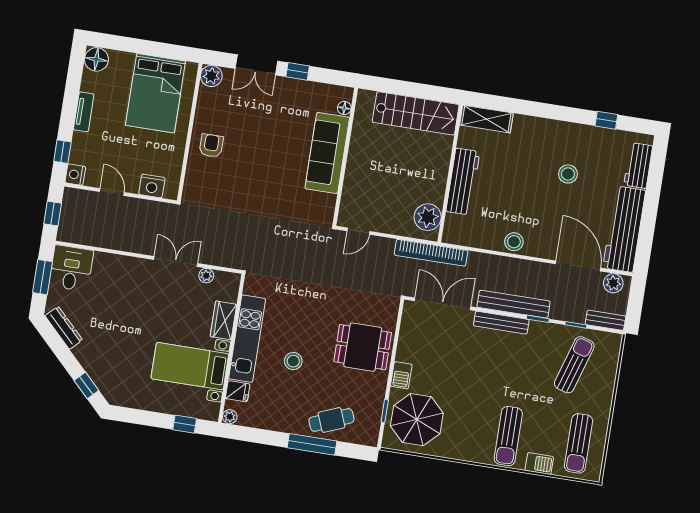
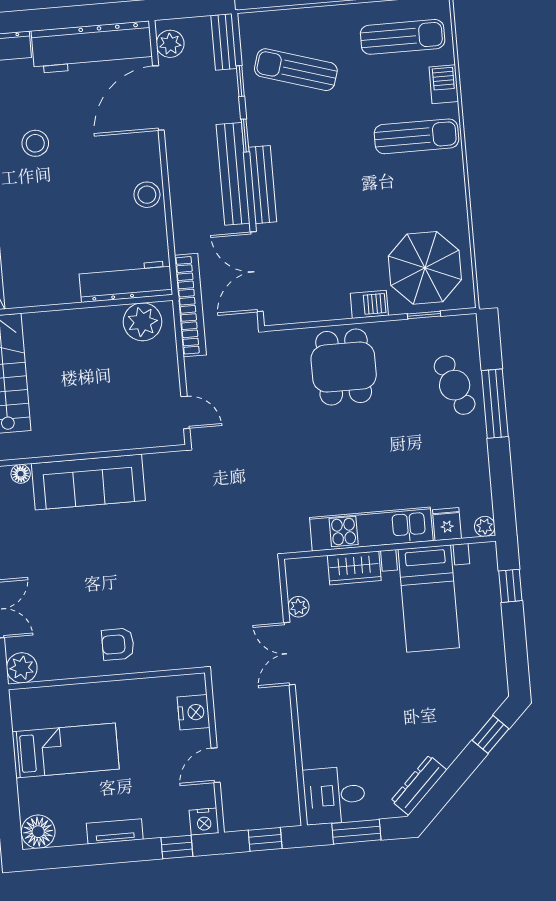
bed: (156, 93) -> (66, 750), width x0.67
workbench: (463, 182) -> (126, 282), moved
stool: (293, 361) -> (387, 458), removed

